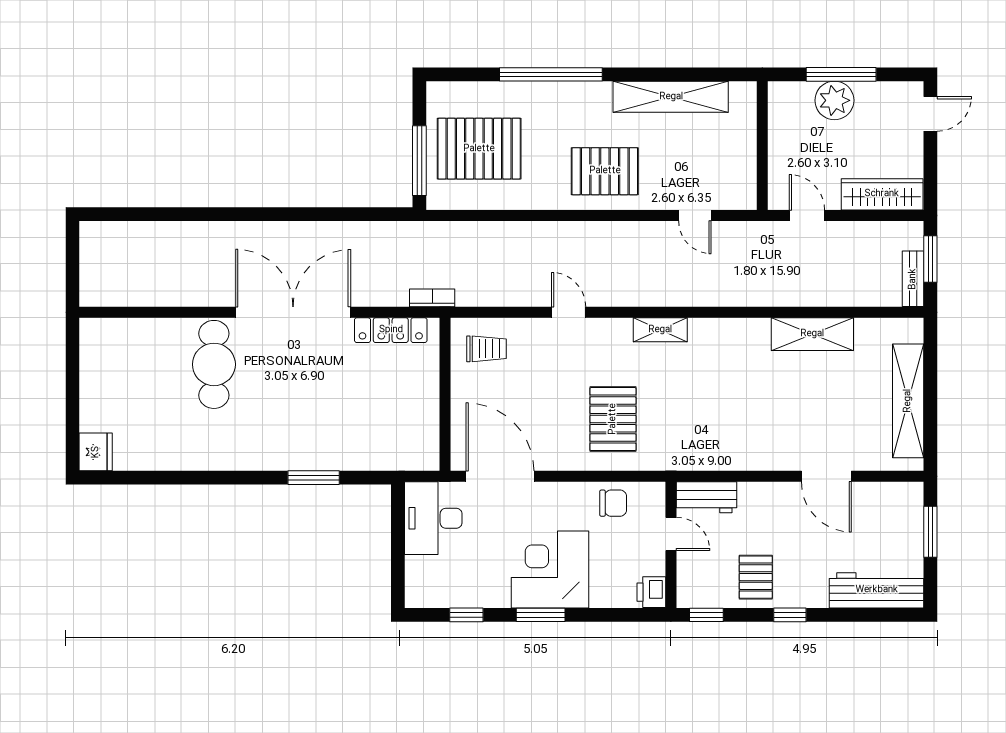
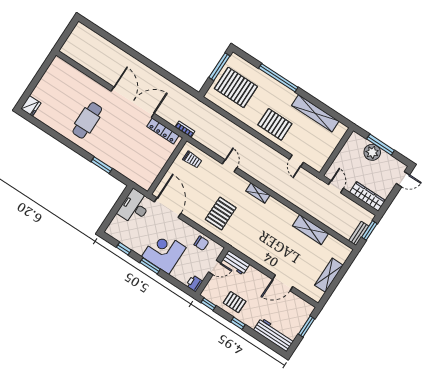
window: (419, 161) -> (219, 67), moved
cafe table: (214, 364) -> (87, 120), moved
shelving: (908, 401) -> (329, 275), width x0.68
door: (826, 476) -> (283, 283), hinge flipped
door: (671, 534) -> (215, 267), hinge flipped
pallet: (756, 577) -> (235, 302), turned 90

